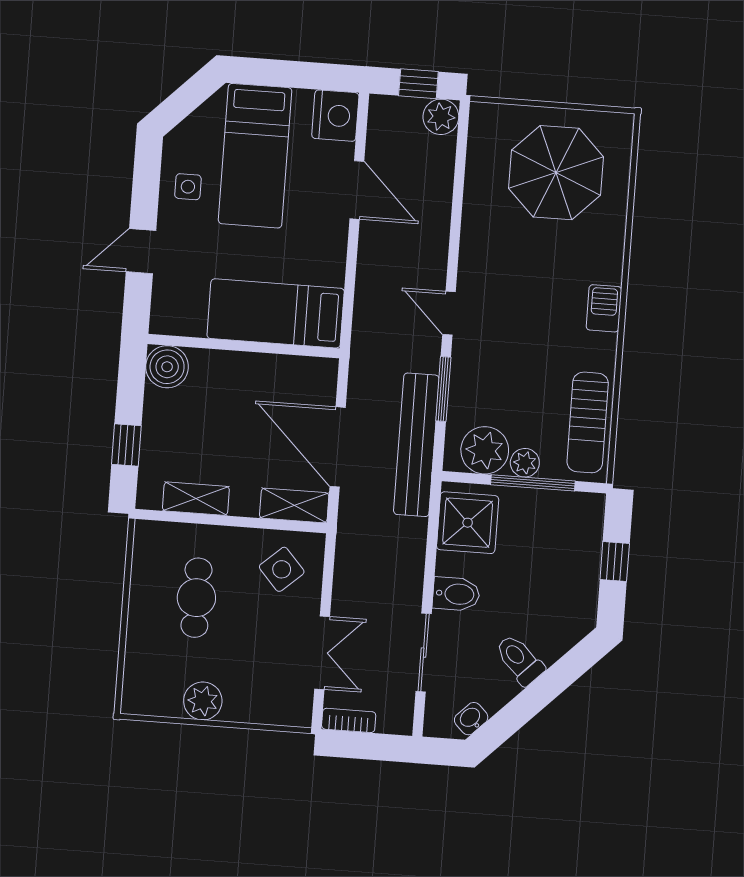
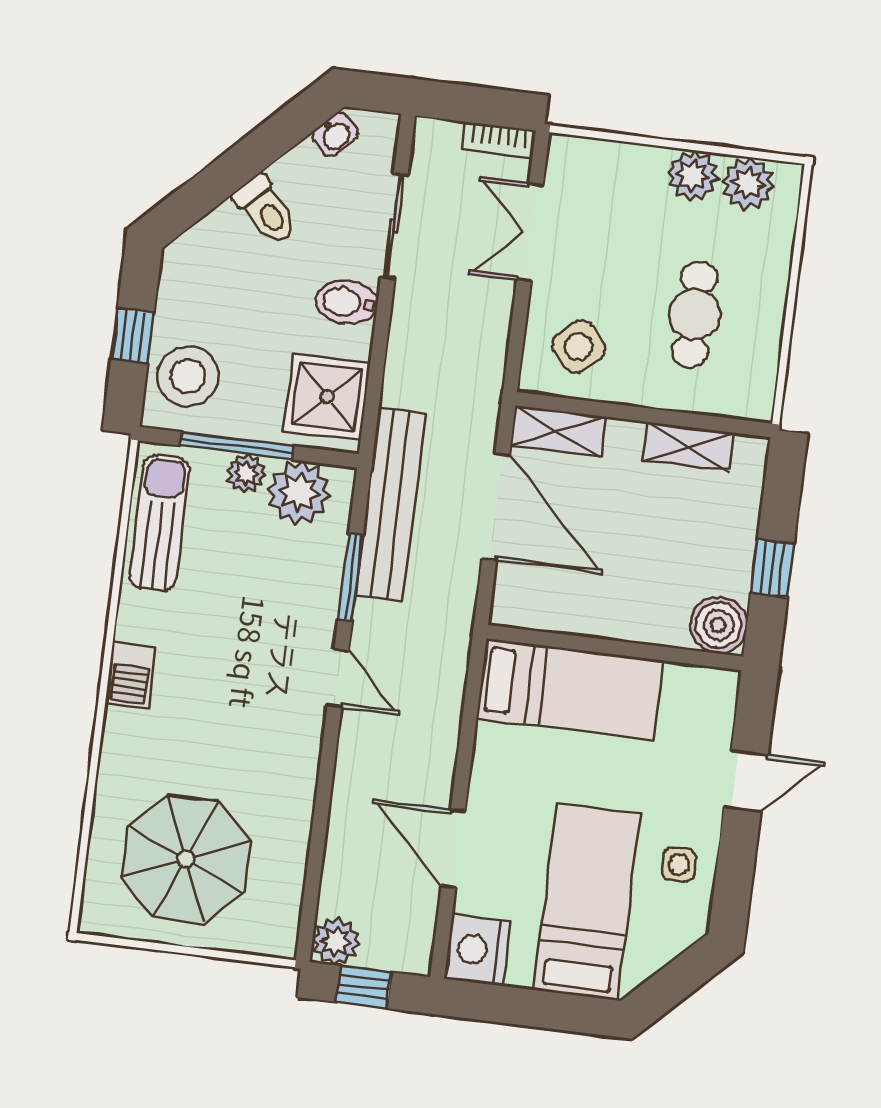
window: (126, 445) -> (772, 568), moved
stool: (572, 533) -> (188, 376), added
plant: (161, 697) -> (748, 183), added

